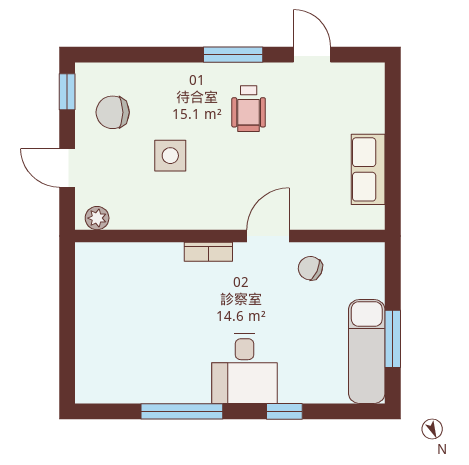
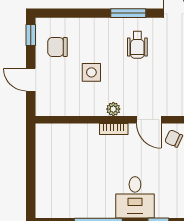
plant: (97, 218) -> (113, 109), moved
door: (268, 236) -> (149, 120), swing flipped

